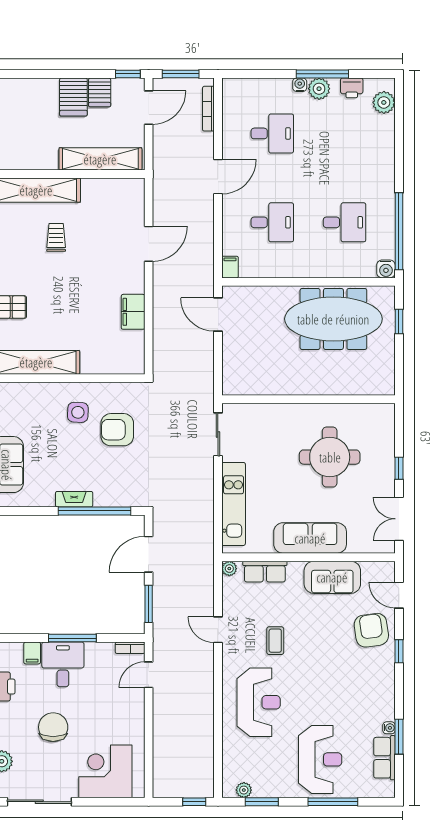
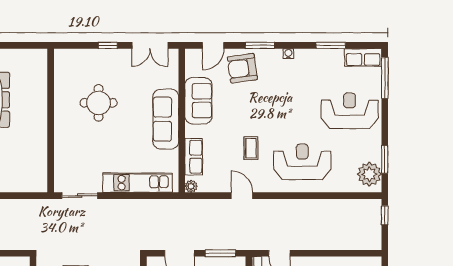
round table: (330, 457) -> (99, 103), width x0.73, depth x0.73
door: (218, 630) -> (242, 196), swing flipped
coffee table: (275, 641) -> (251, 148), turned 90
window: (399, 651) -> (260, 45), width x1.50
water cooler: (389, 728) -> (288, 54), moved
row of seats: (384, 758) -> (363, 57), moved
plant: (244, 790) -> (369, 174), width x1.88, depth x1.88
window: (333, 802) -> (385, 78), moved

